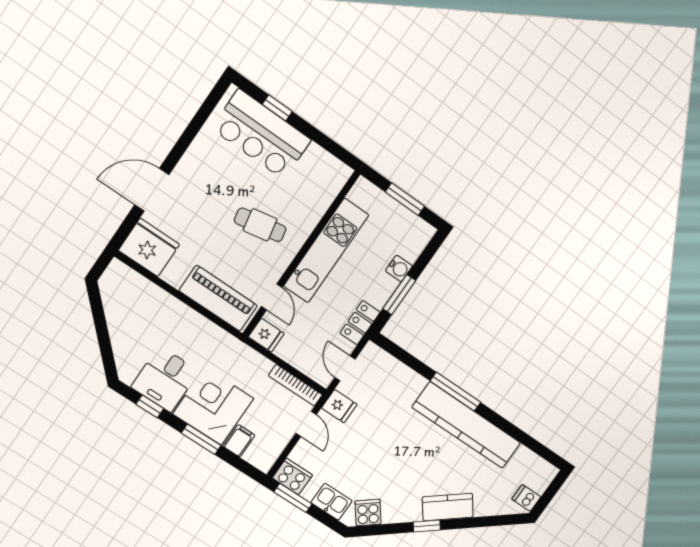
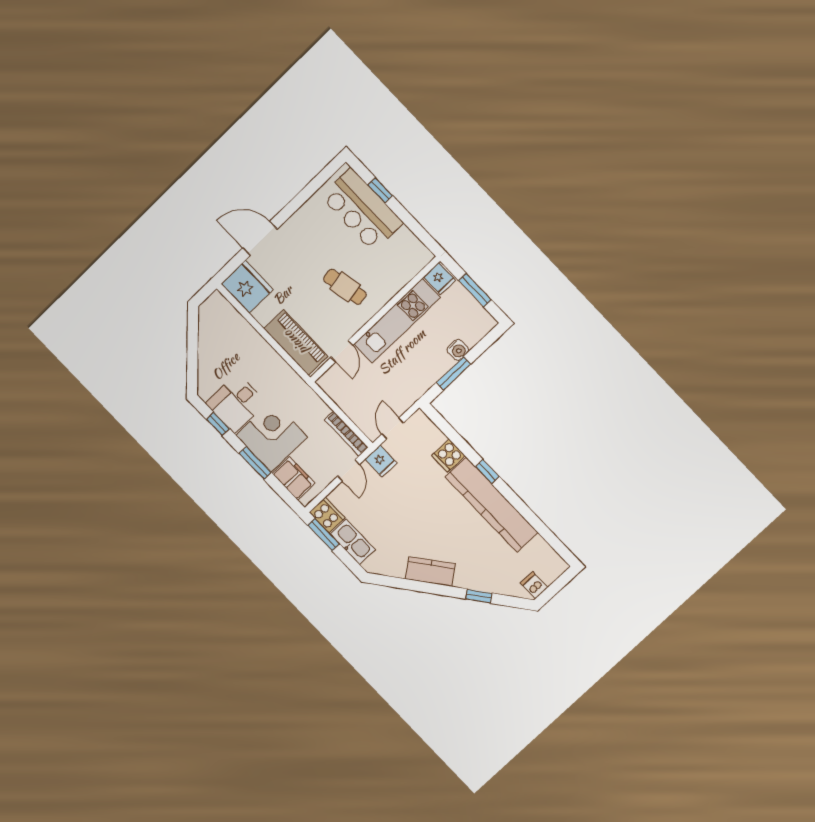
locker: (360, 323) -> (414, 391), removed
fridge: (266, 335) -> (440, 279), moved
window: (455, 392) -> (487, 472), width x0.46
filing cabinet: (239, 441) -> (294, 479), width x2.00
kitchen sink: (332, 502) -> (353, 542), width x1.38
kitchen counter: (448, 507) -> (430, 571), moved
cooker: (368, 513) -> (448, 456), moved, turned -143
window: (427, 526) -> (479, 596), moved

